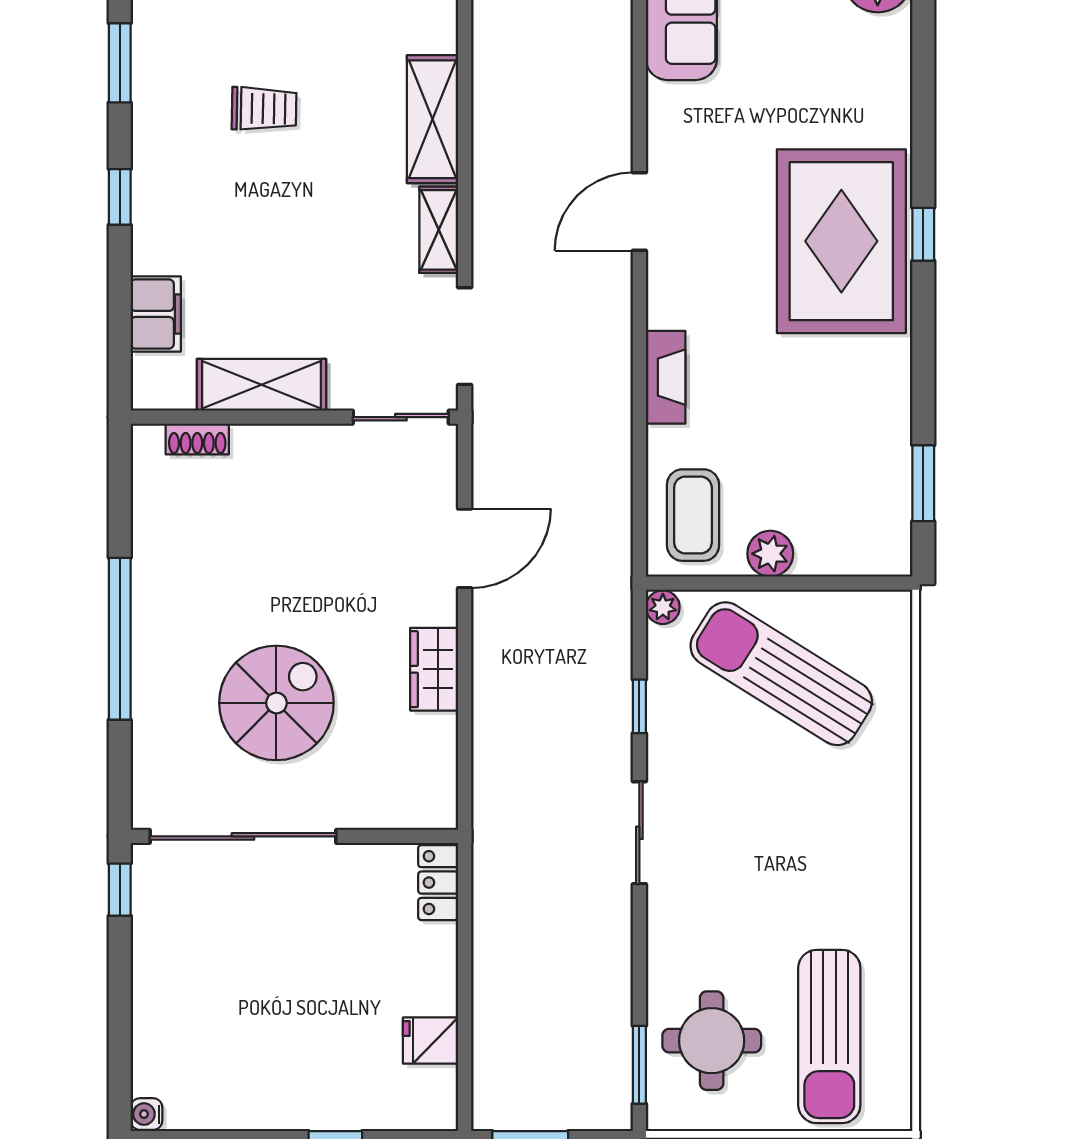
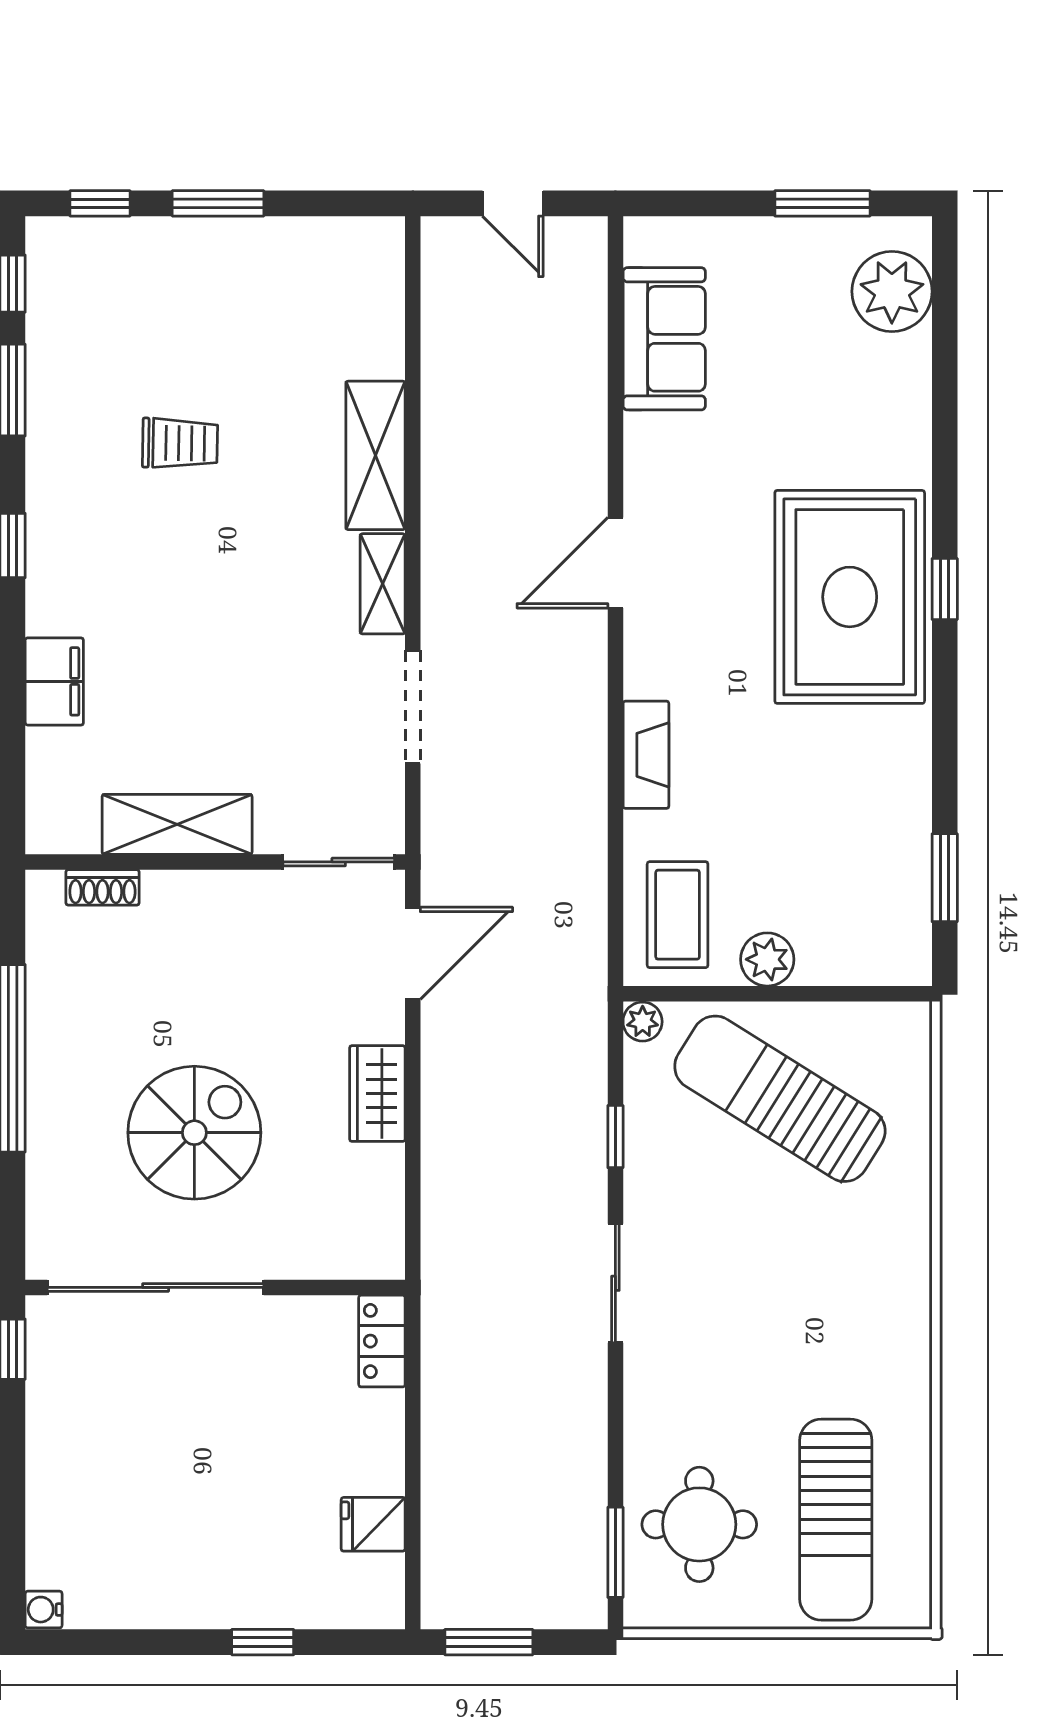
shelving: (261, 385) -> (177, 824), moved
wall: (294, 417) -> (215, 862), moved
sliding door: (401, 417) -> (339, 862), moved
shoe rack: (197, 439) -> (102, 887), moved

